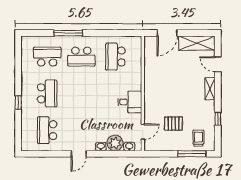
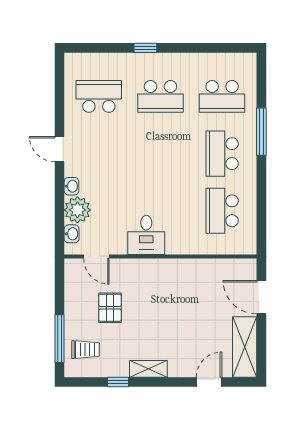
school desk: (47, 57) -> (222, 96), turned 90
school desk: (115, 57) -> (222, 211), turned -90
shelving: (210, 89) -> (148, 369), moved

